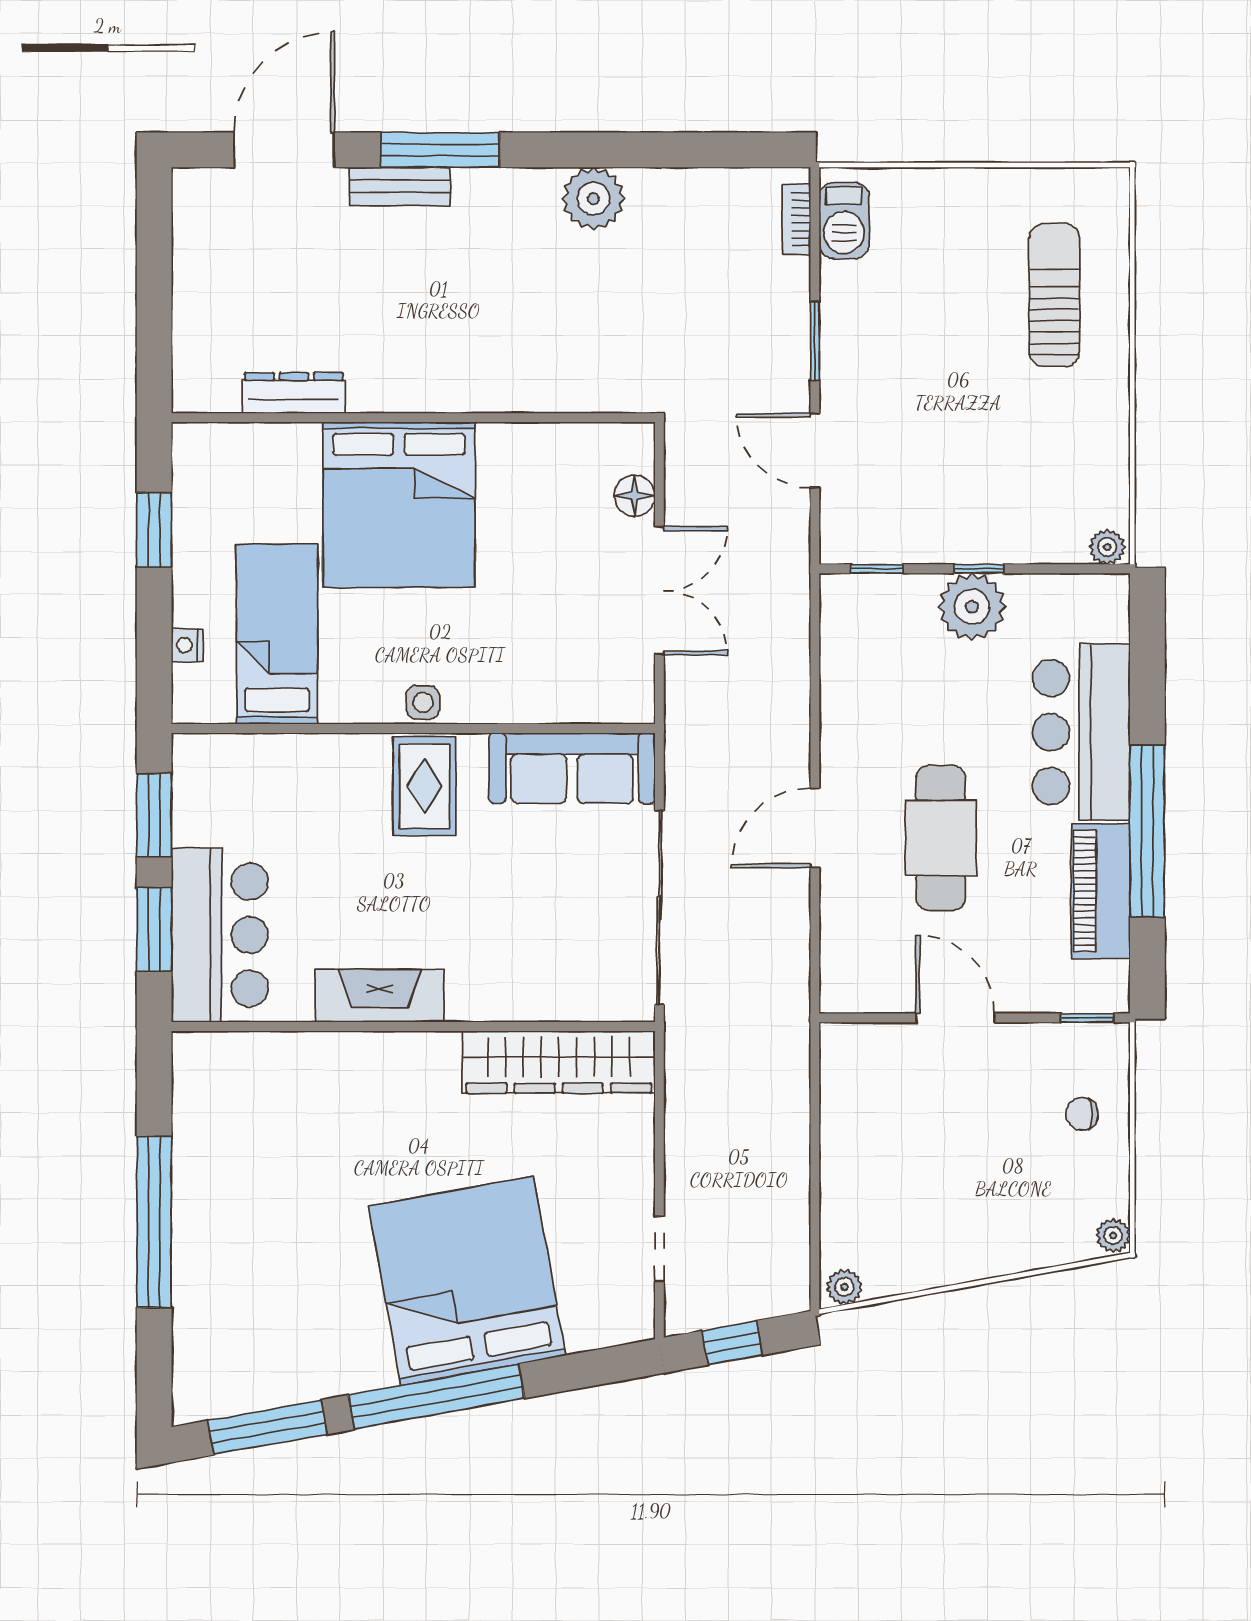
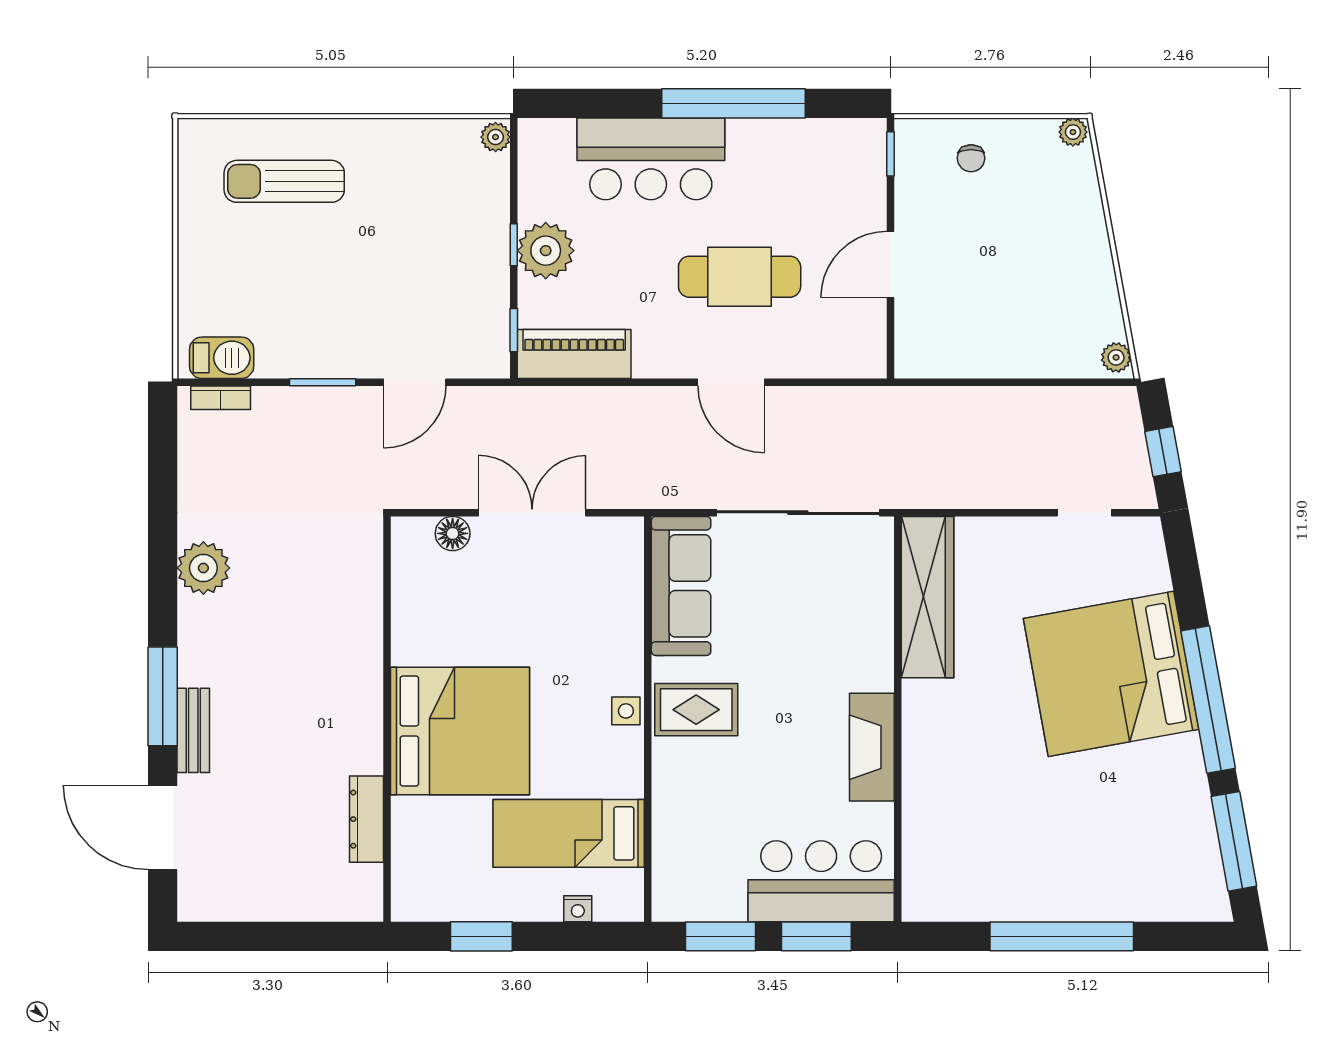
piano: (1101, 891) -> (574, 354), moved, turned 180

